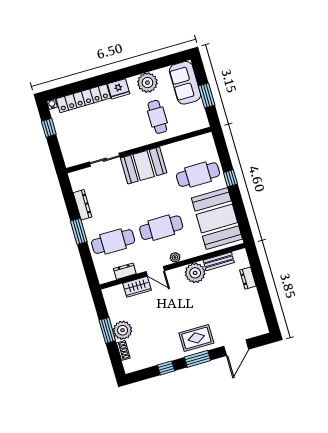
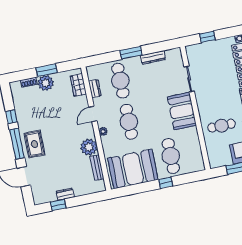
window: (49, 128) -> (207, 37), moved
dresser: (248, 278) -> (65, 194), moved
wardrobe: (137, 287) -> (78, 85), moved
window: (267, 304) -> (58, 205), added
window: (198, 359) -> (17, 144), width x1.44

